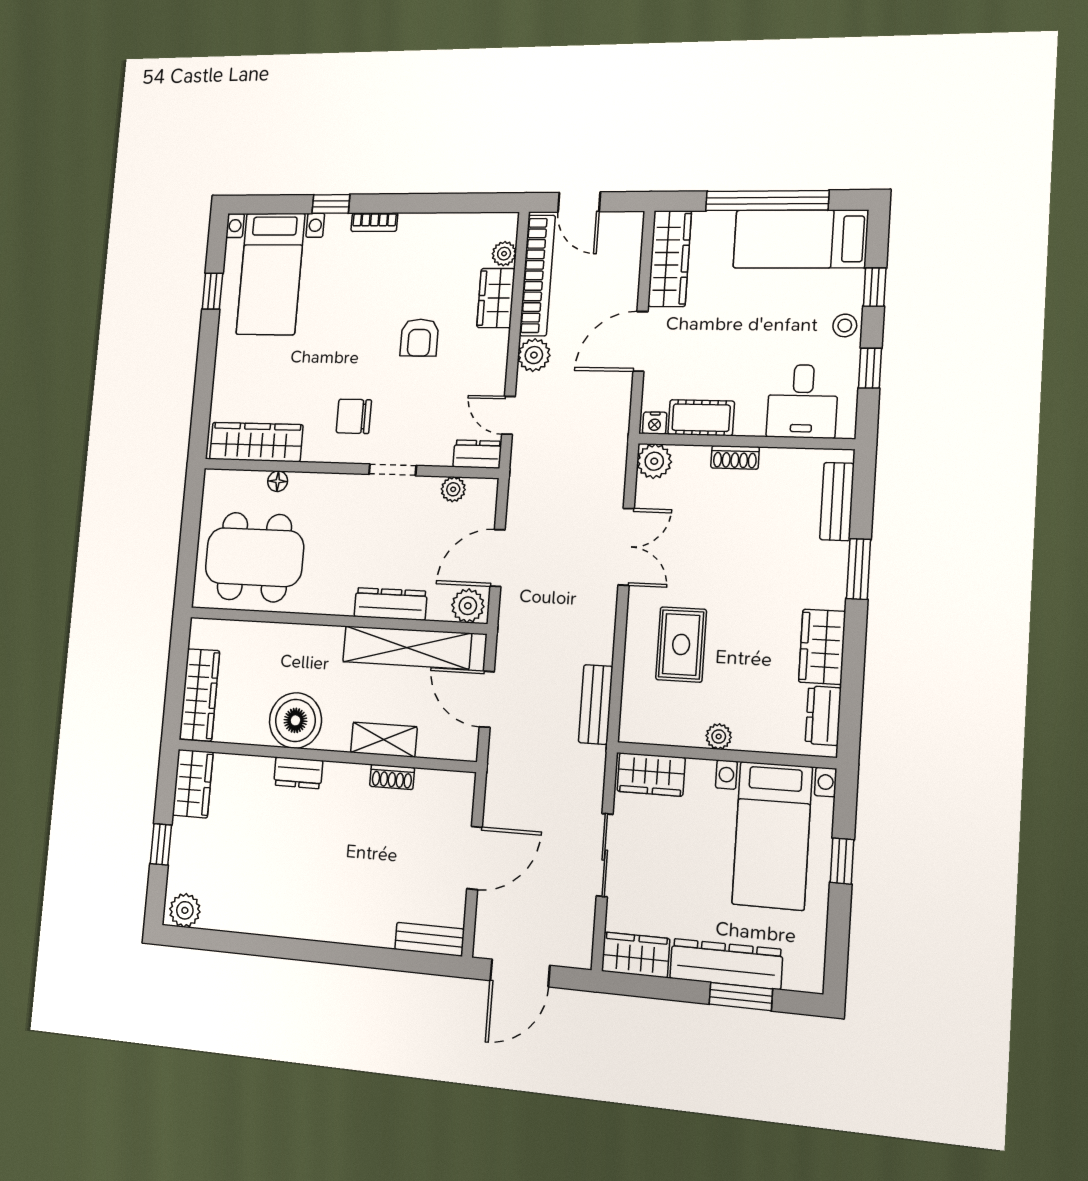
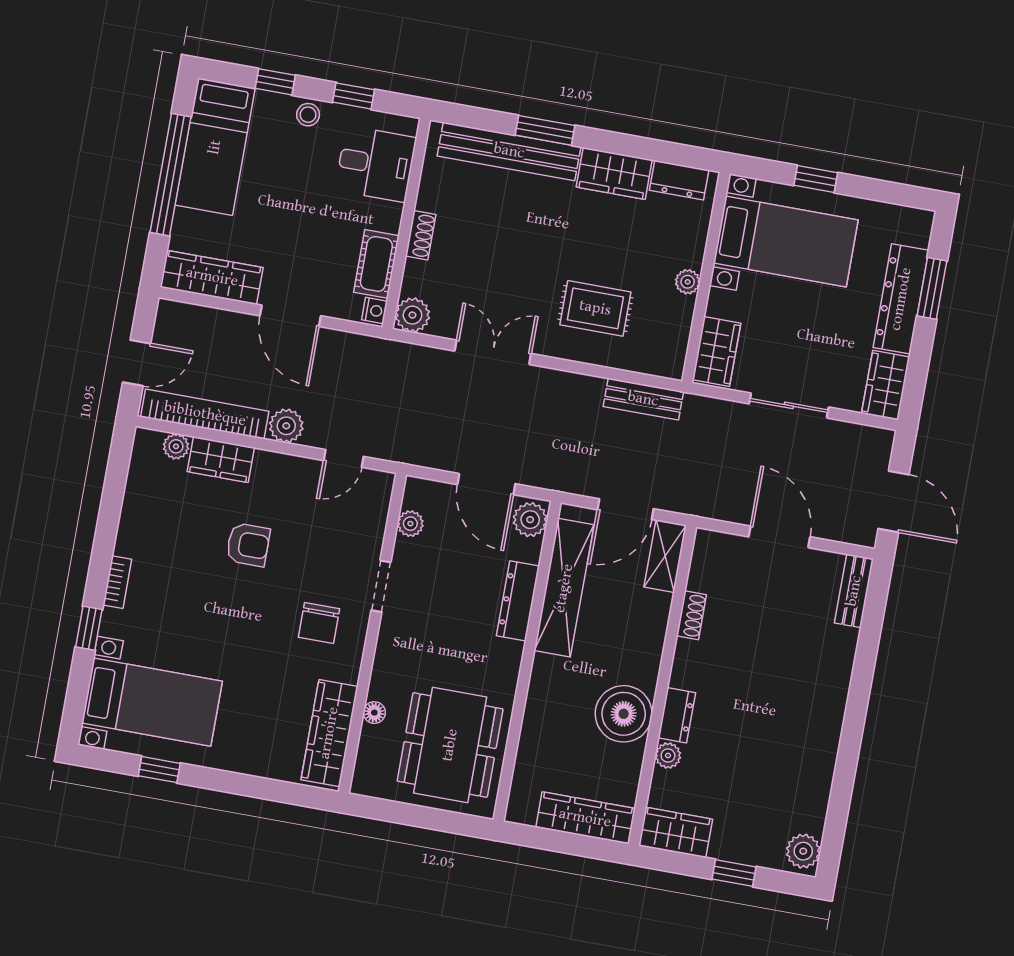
dresser: (477, 454) -> (378, 495), removed
bench: (837, 502) -> (509, 151), width x1.86, depth x1.21
shelving: (384, 740) -> (665, 556), moved
plant: (261, 768) -> (668, 756), added

